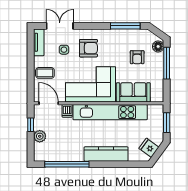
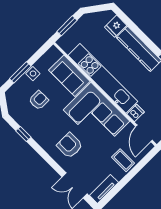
window: (125, 26) -> (23, 134), width x0.46
floor lamp: (158, 46) -> (14, 92), removed
side table: (64, 50) -> (33, 74), moved
window: (167, 63) -> (20, 72), width x0.69
fridge: (149, 148) -> (116, 26), moved, turned 54

